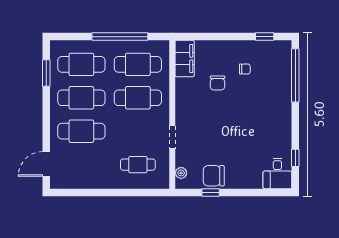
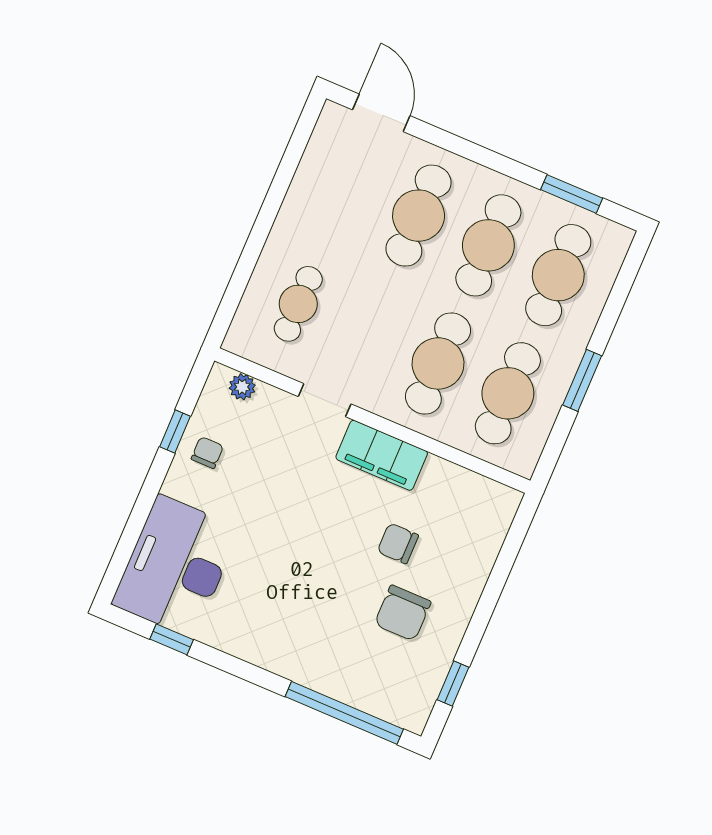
window: (120, 37) -> (582, 380), width x0.47
filing cabinet: (185, 59) -> (382, 455), moved
chair: (245, 69) -> (403, 613), width x1.87, depth x1.87
desk: (277, 173) -> (176, 566), width x1.87, depth x1.30
chair: (214, 176) -> (207, 453), width x0.54, depth x0.54

